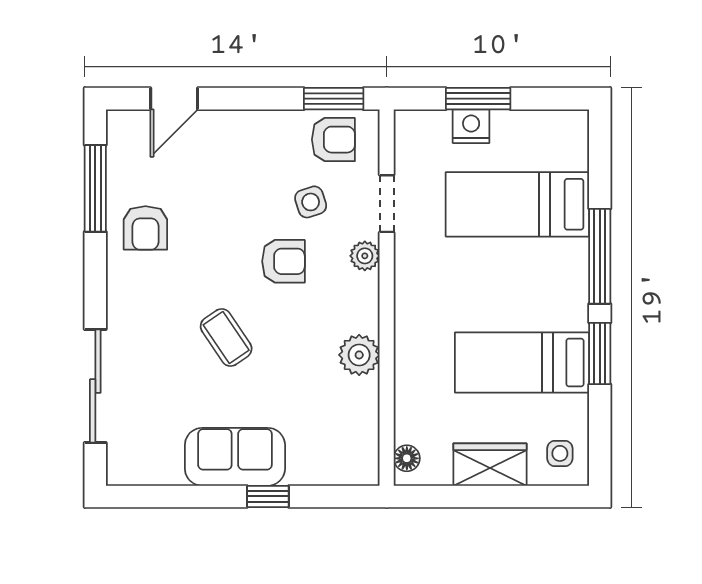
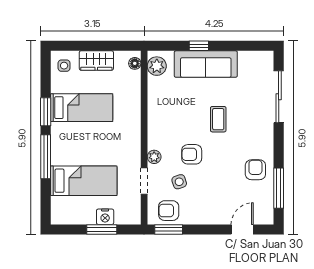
coffee table: (226, 337) -> (218, 119), turned 34
plant: (359, 355) -> (157, 66), moved
sofa: (235, 457) -> (206, 64), width x1.36

